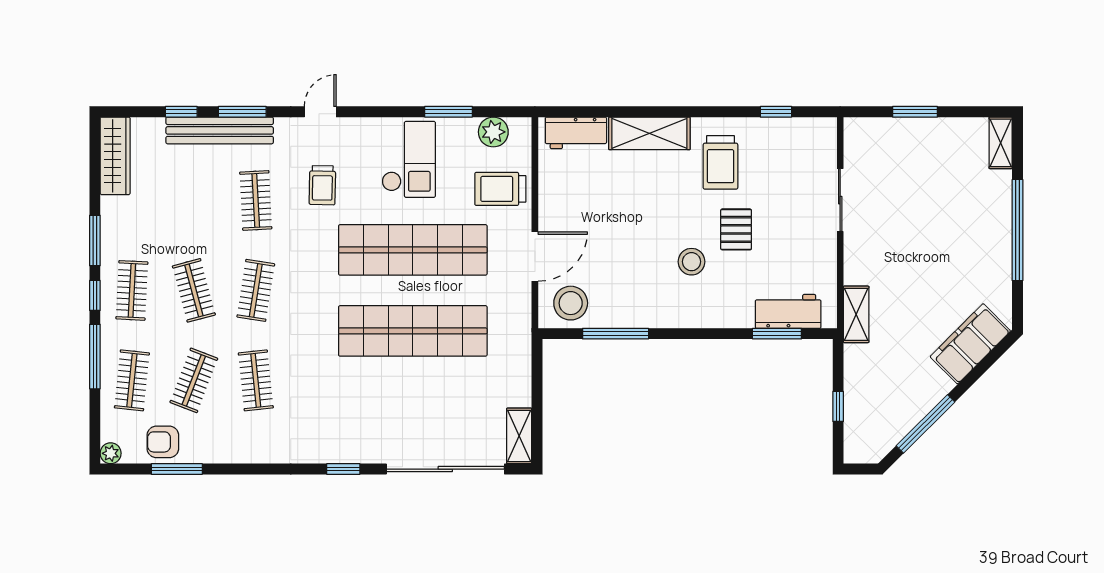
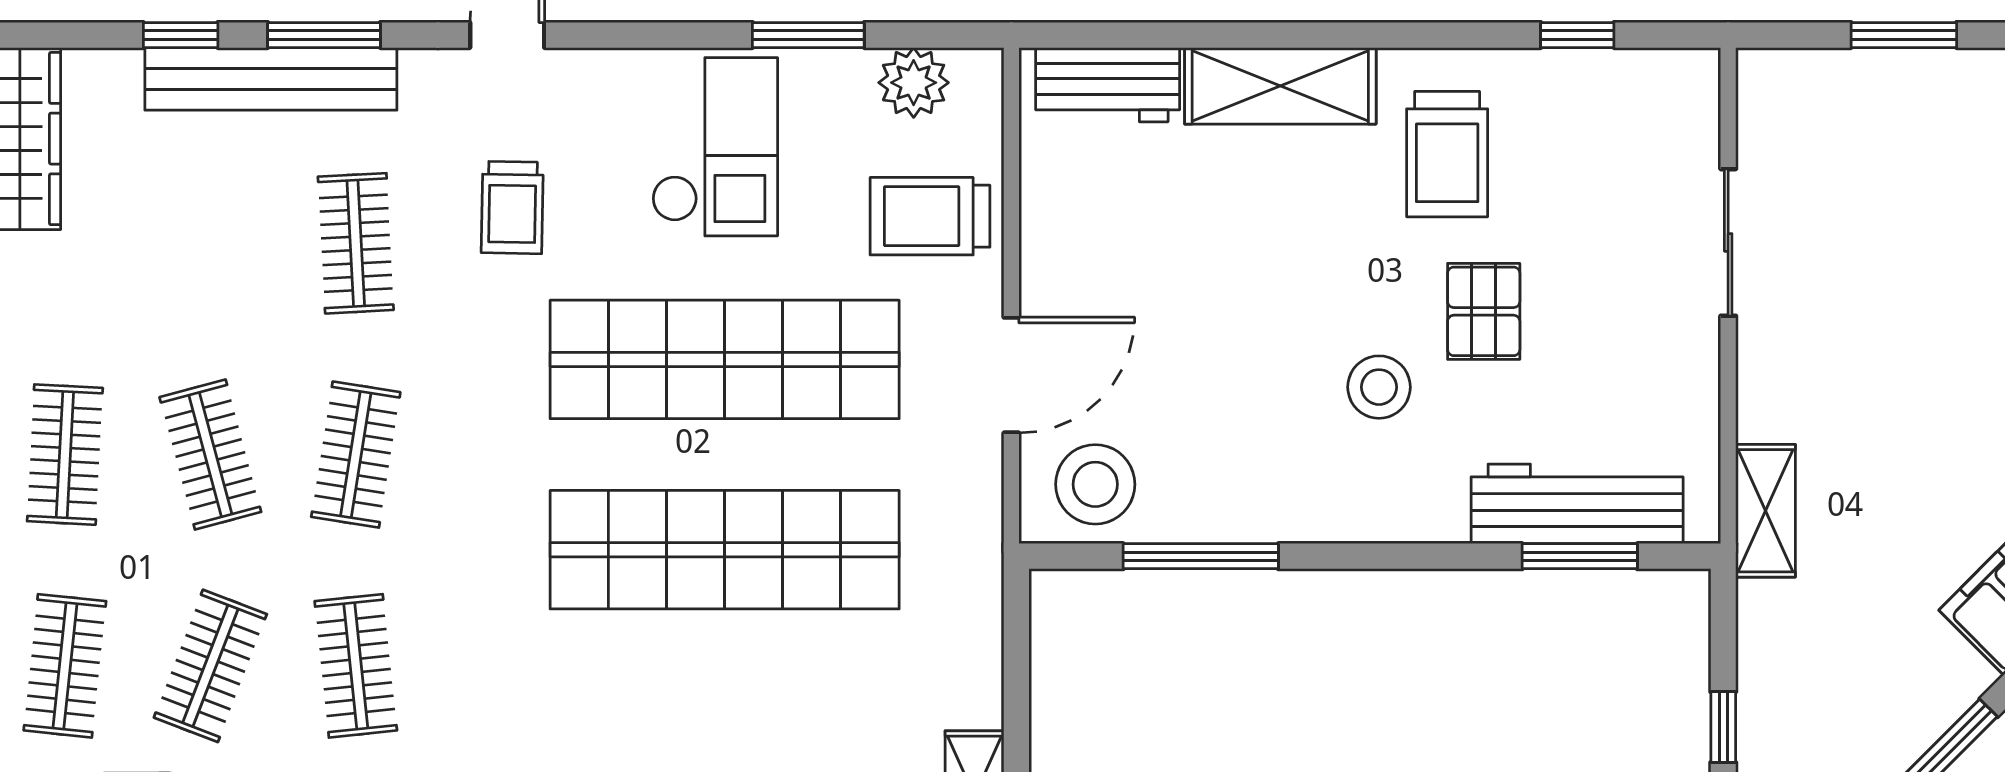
workbench: (788, 311) -> (1577, 504), width x1.37

